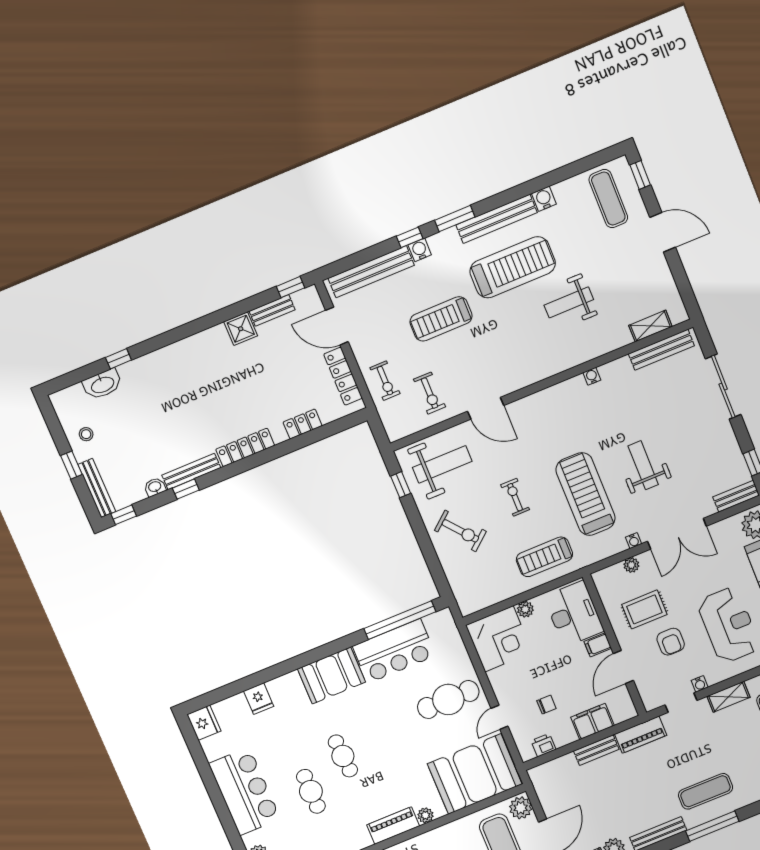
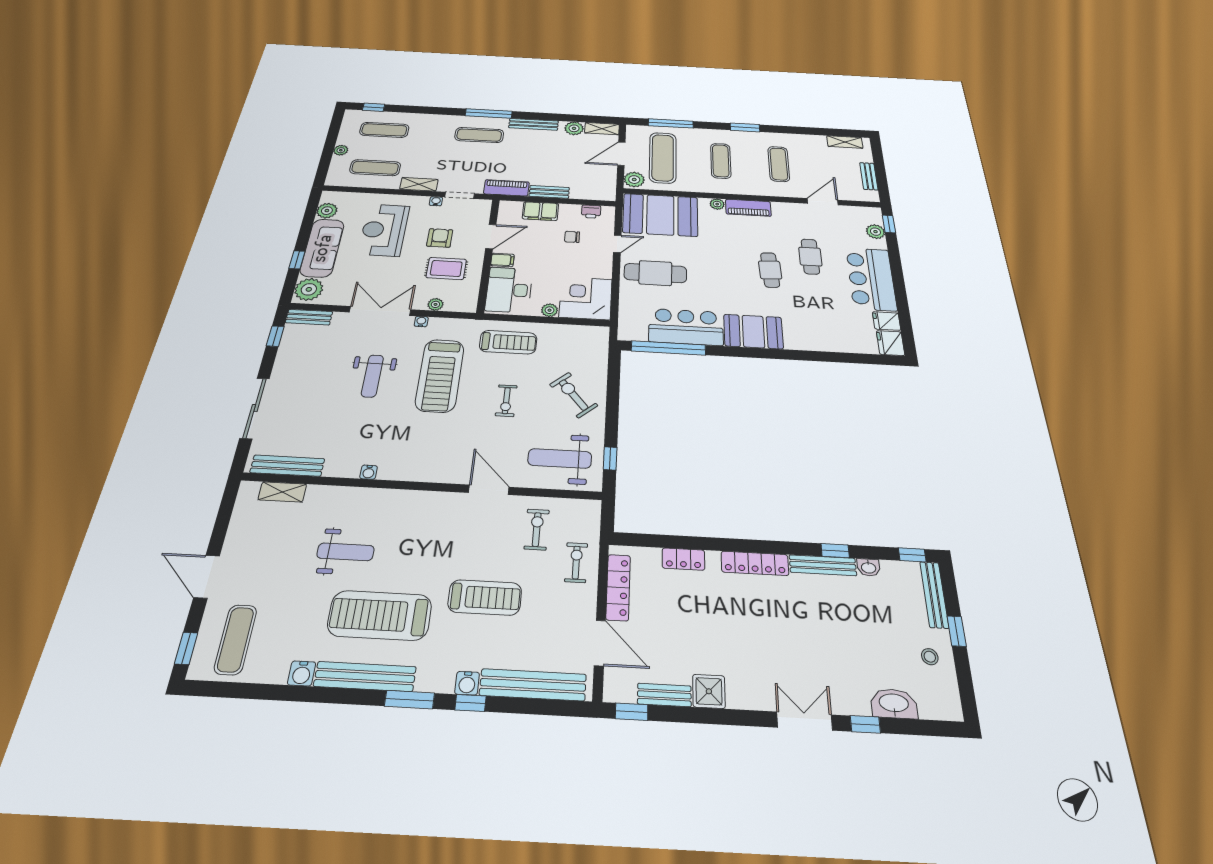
double door: (163, 340) -> (805, 721), added
fridge: (259, 699) -> (887, 321), moved, turned -90

